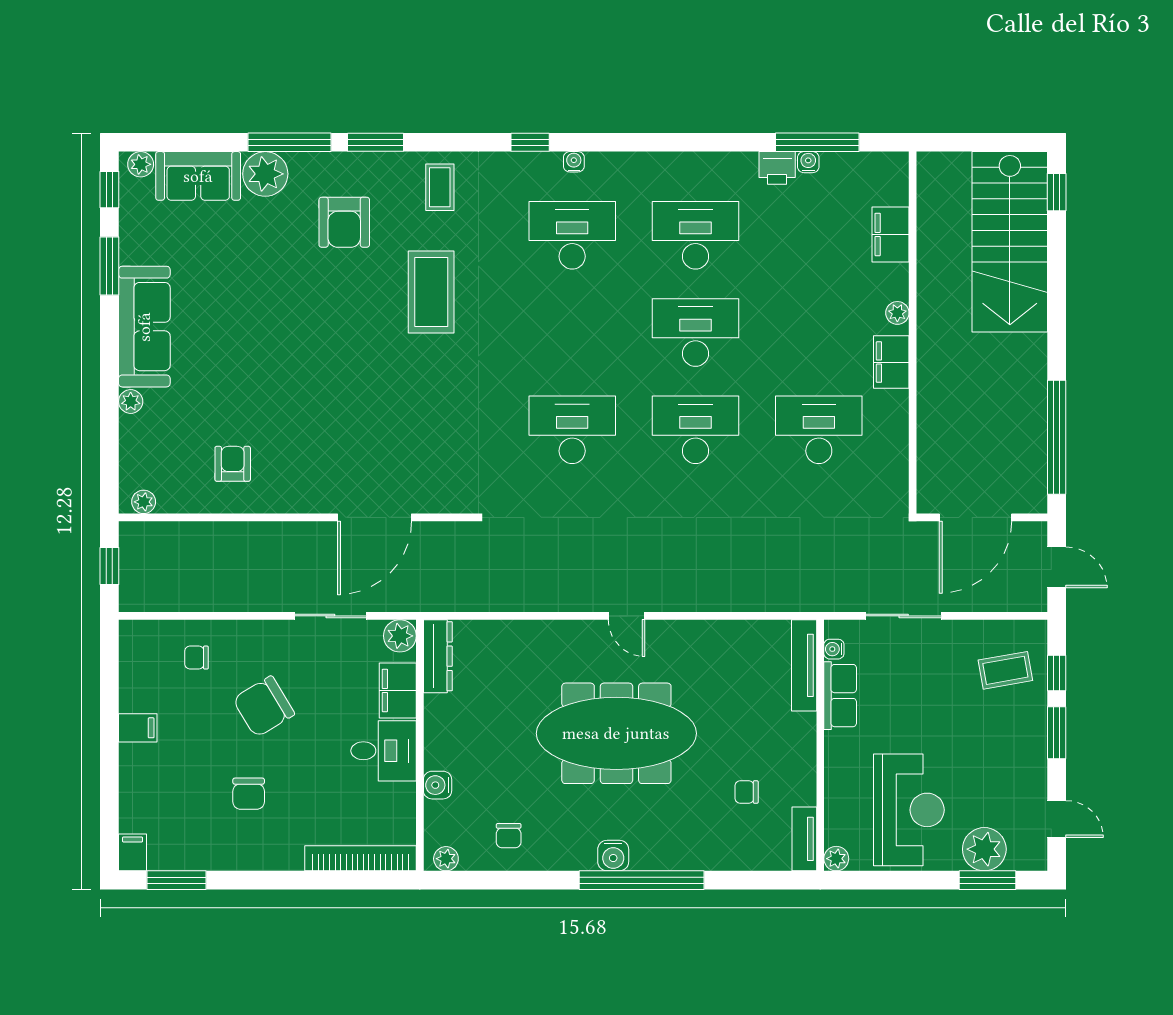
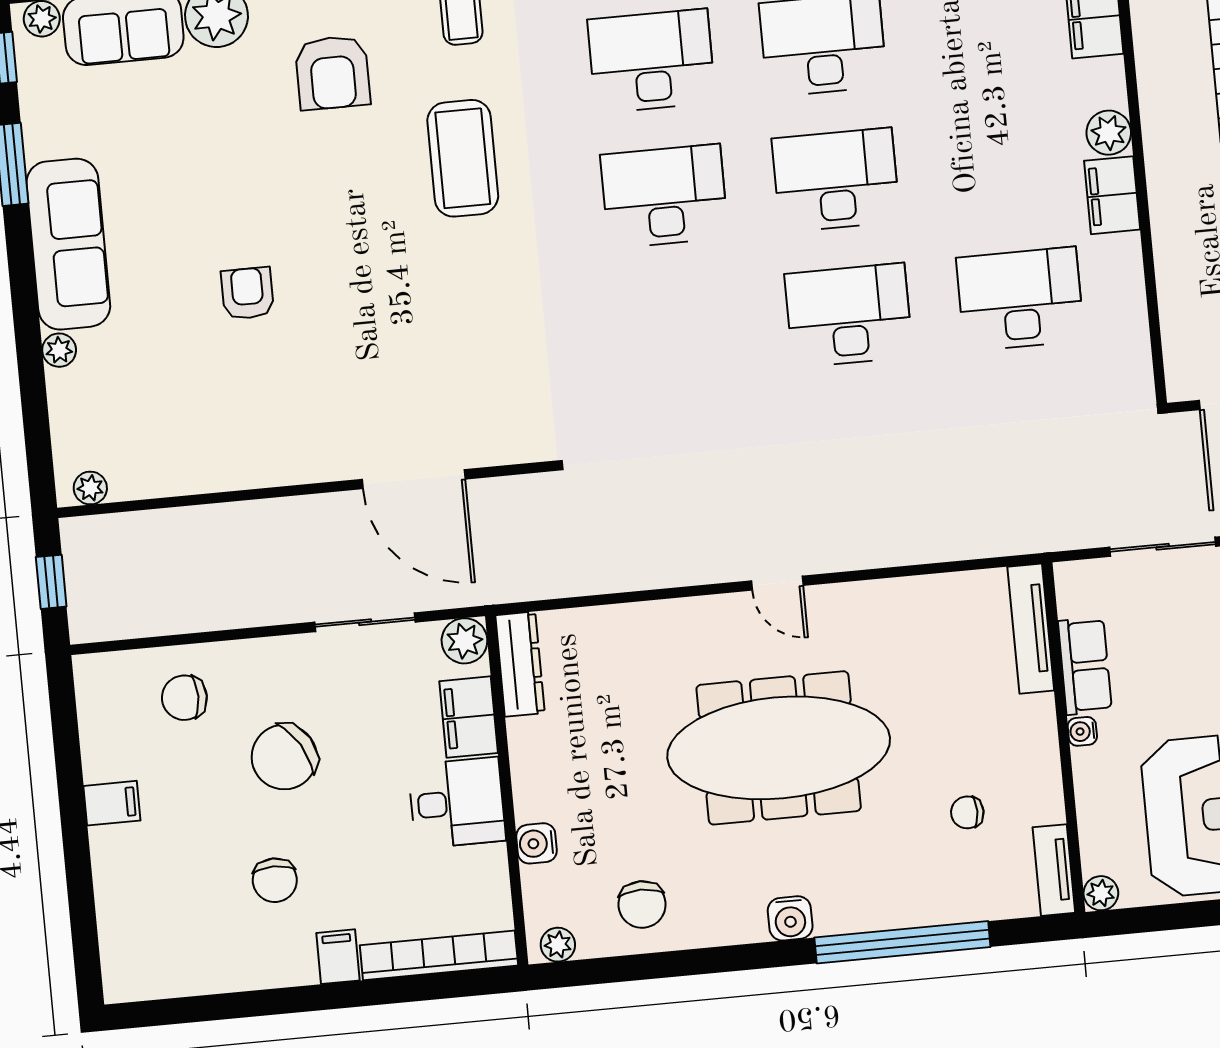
plant: (897, 313) -> (1109, 133), width x1.38, depth x1.38
desk: (572, 430) -> (664, 196), moved
armchair: (233, 464) -> (248, 293), moved
door: (375, 517) -> (414, 479), hinge flipped
water cooler: (834, 649) -> (1082, 731), moved
chair: (196, 658) -> (184, 698), width x1.37, depth x1.37
chair: (509, 836) -> (642, 904), width x1.37, depth x1.37
filing cabinet: (133, 852) -> (338, 957), moved
window: (177, 880) -> (186, 1010), removed
window: (642, 880) -> (902, 942), moved

